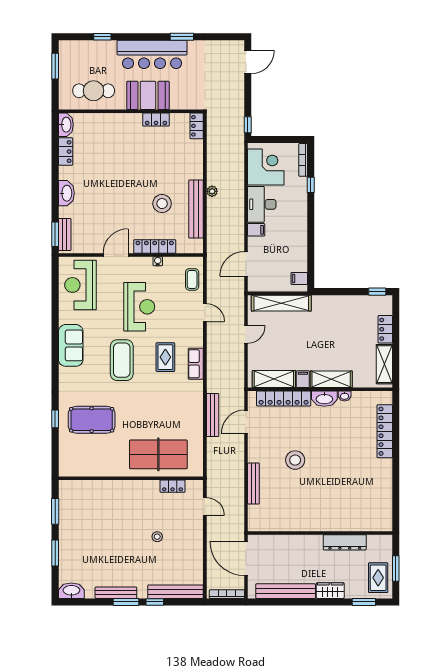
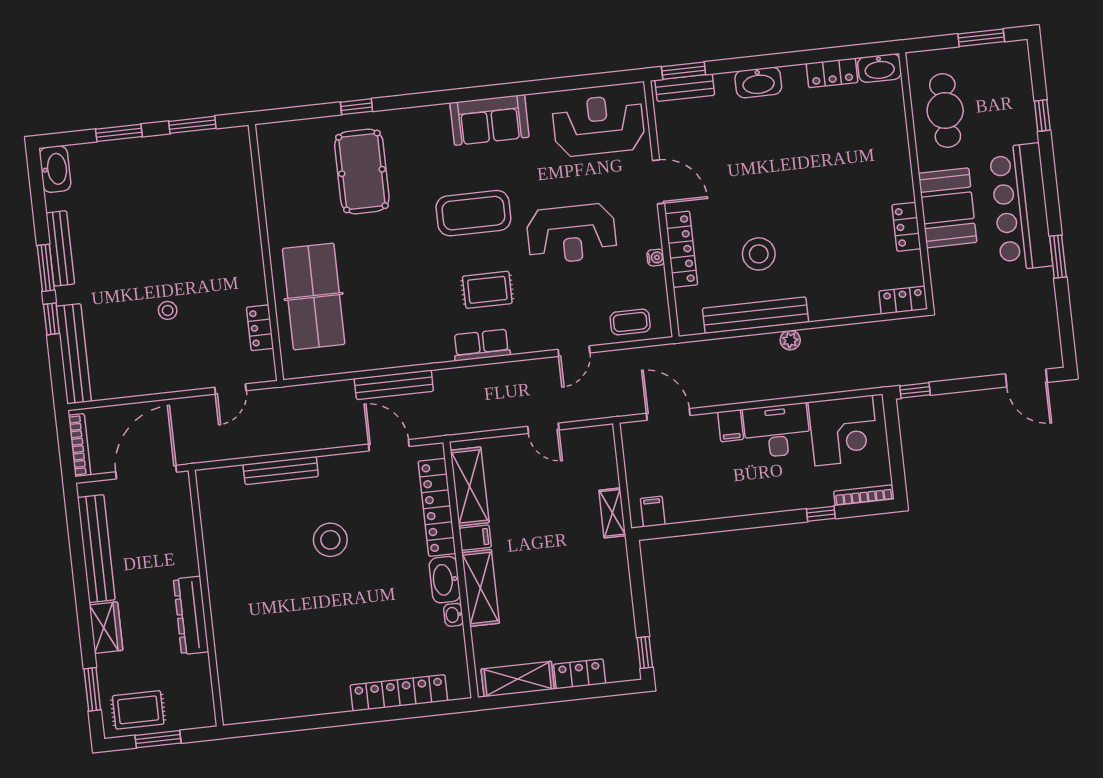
shelving: (281, 303) -> (612, 513), width x0.45, depth x0.75
dresser: (345, 542) -> (191, 615), moved

